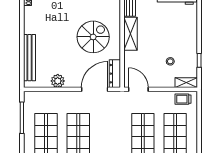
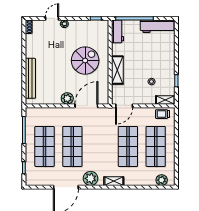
shelving: (131, 34) -> (117, 70), moved
dresser: (115, 74) -> (104, 92), removed
plant: (58, 81) -> (67, 98), moved
door: (138, 89) -> (124, 106), swing flipped

